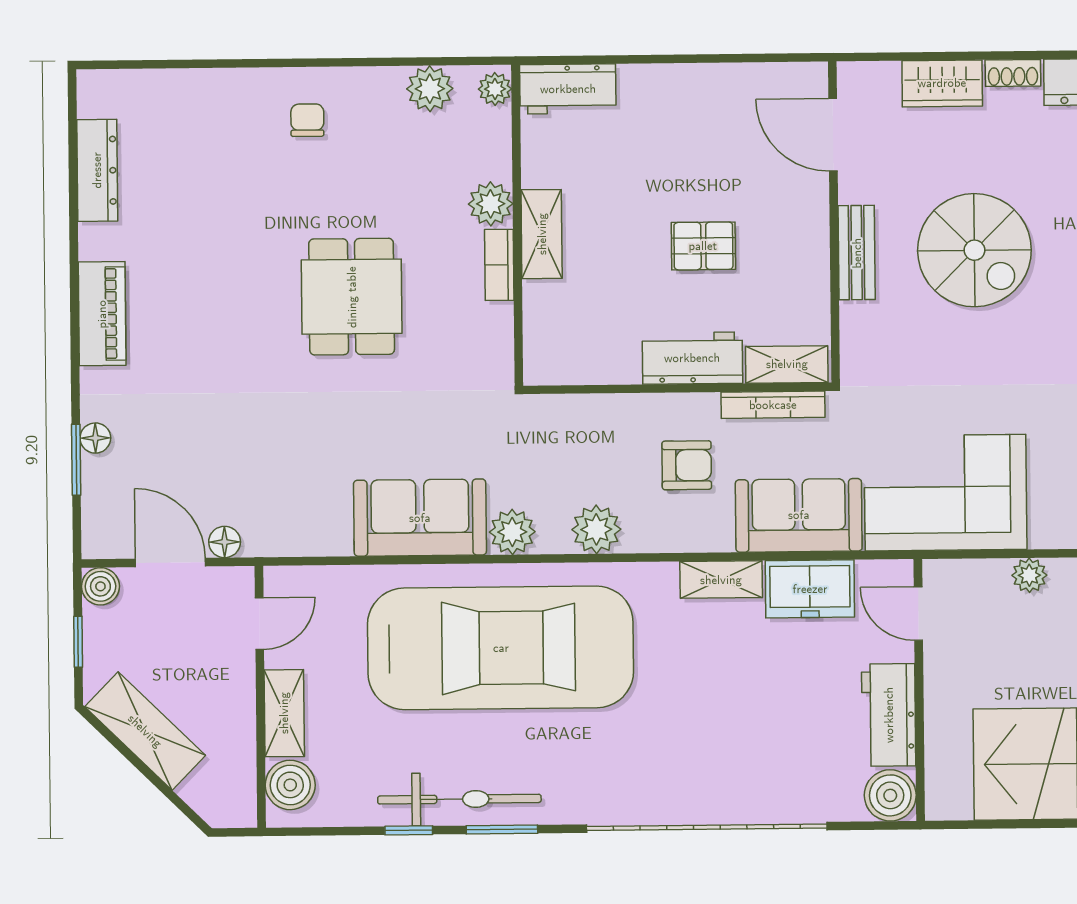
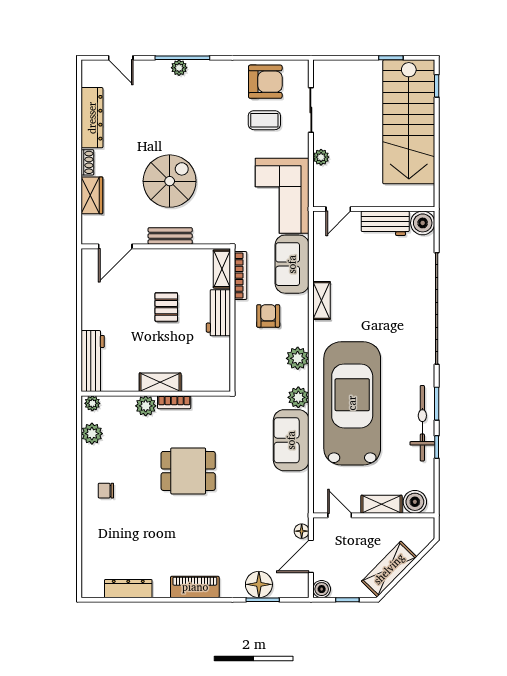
workbench: (568, 89) -> (93, 361), width x1.38
floor lamp: (95, 438) -> (259, 584), width x1.89, depth x1.89
freezer: (810, 589) -> (326, 259), removed

